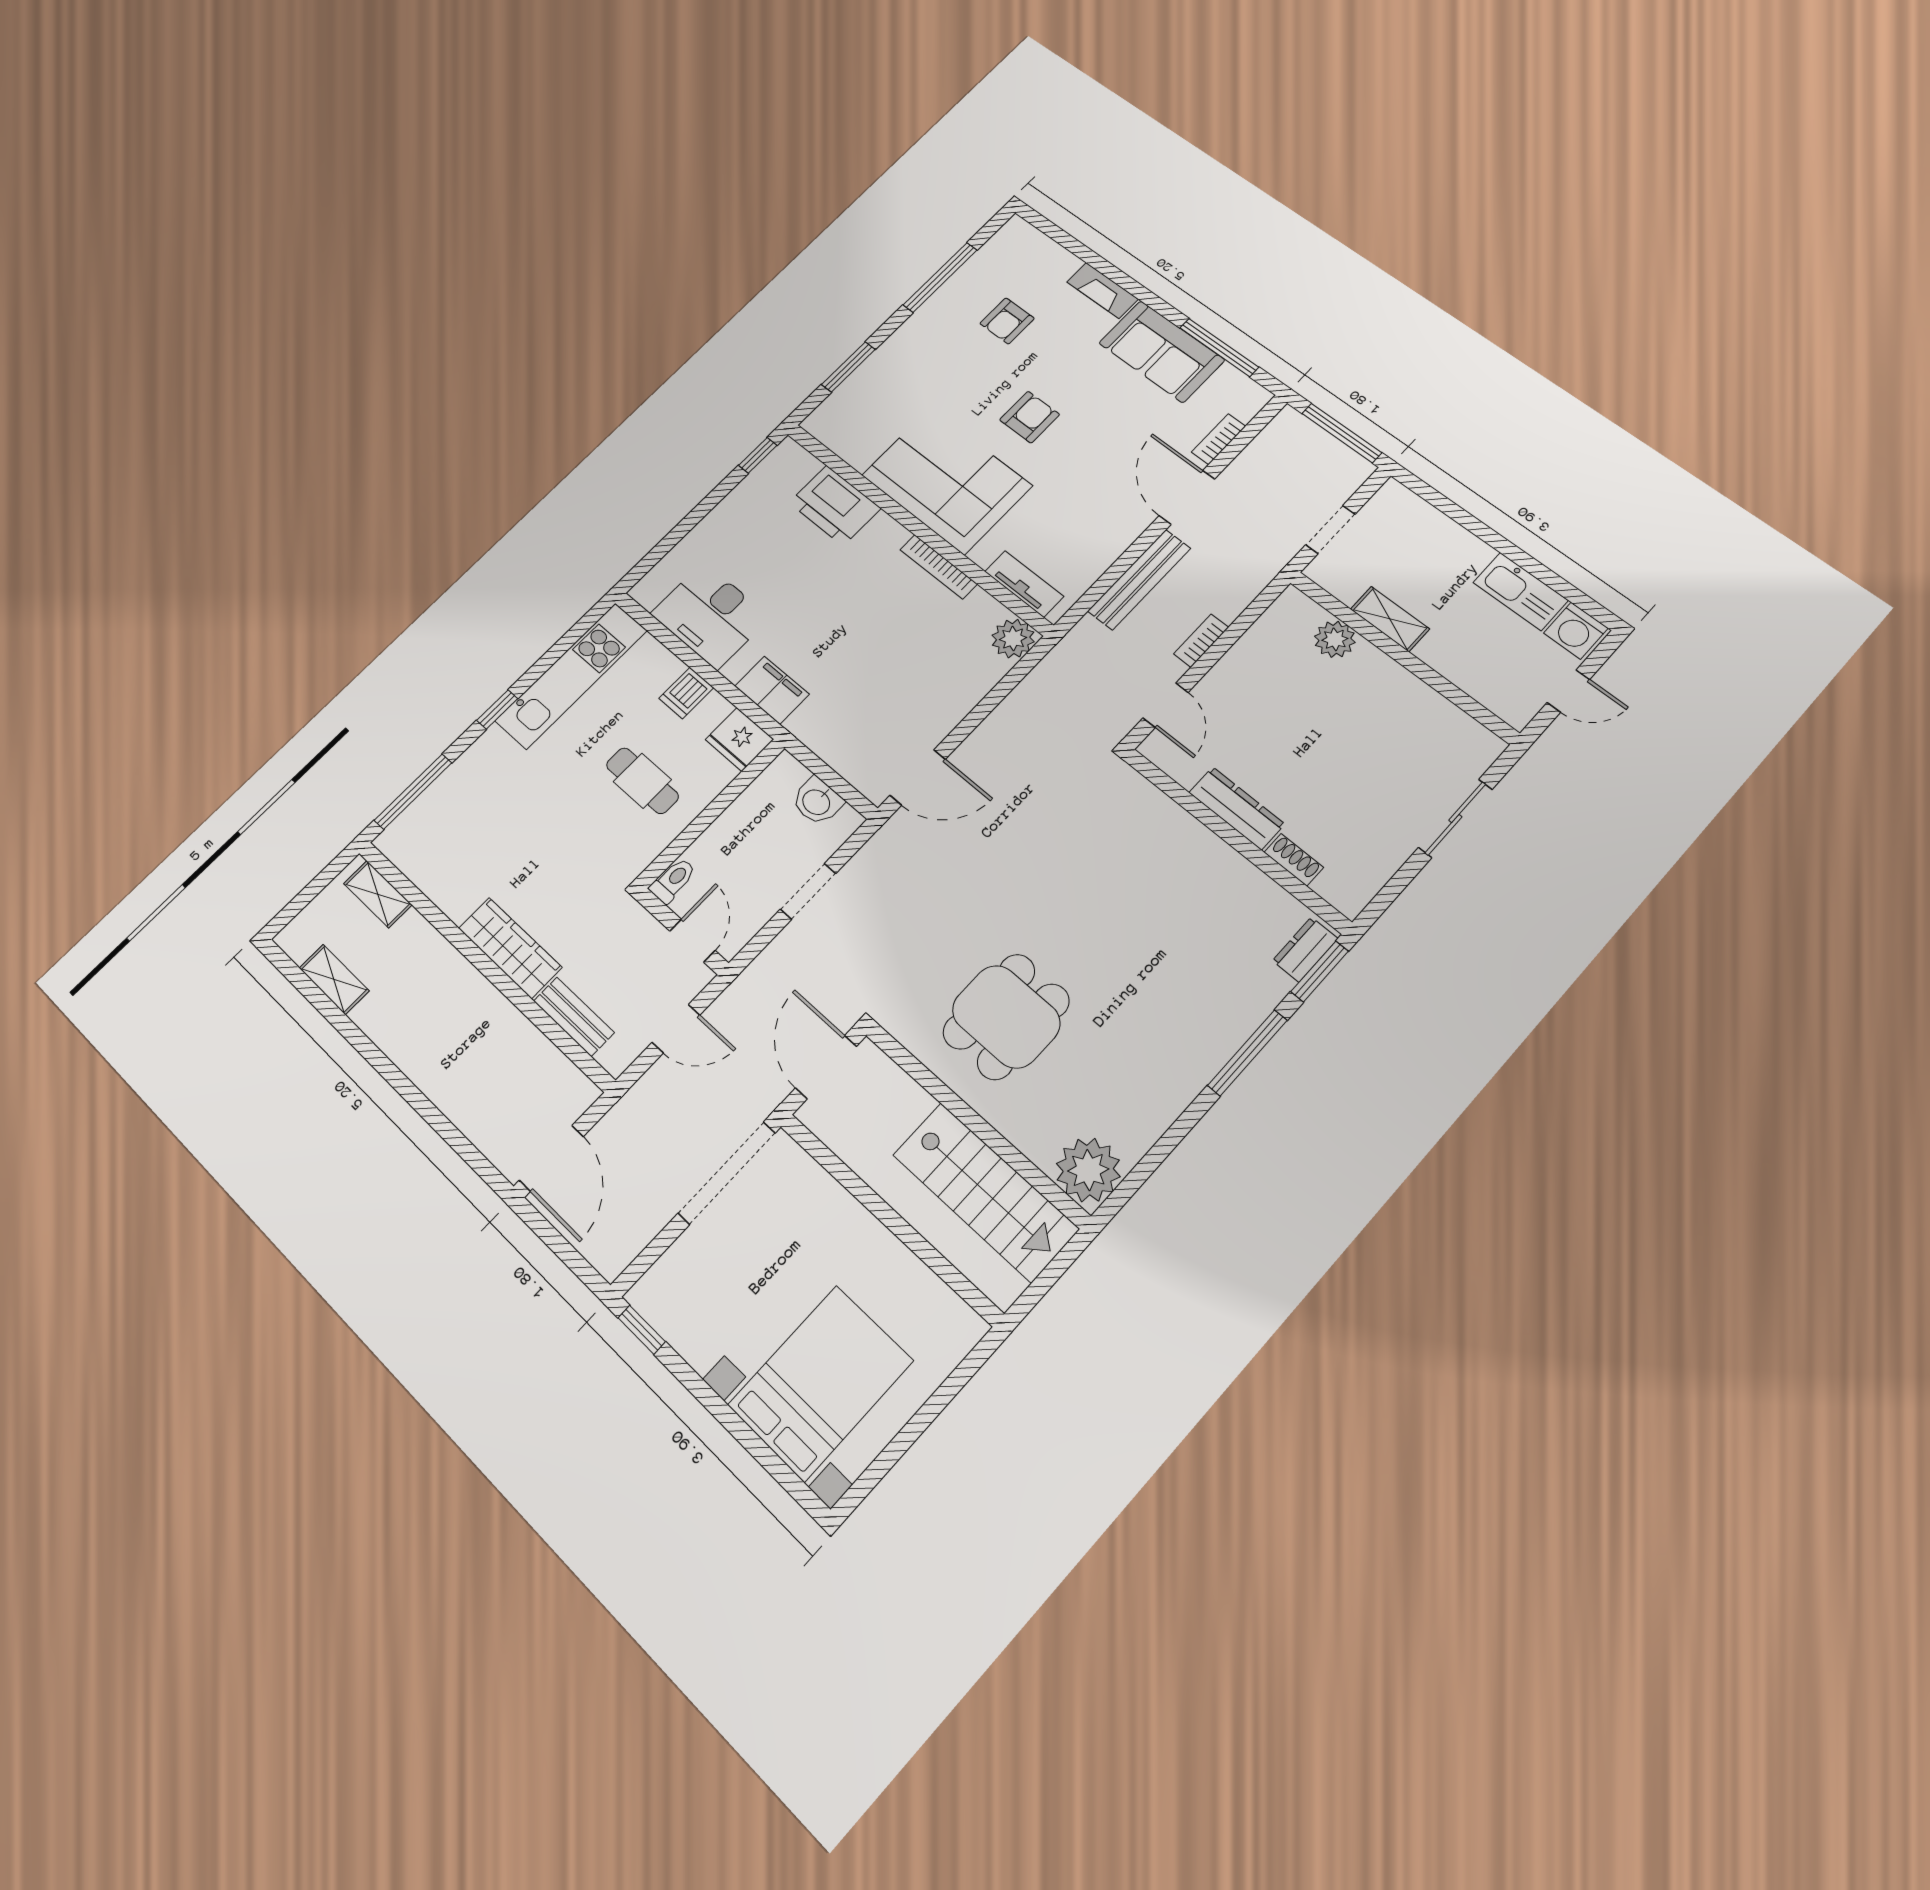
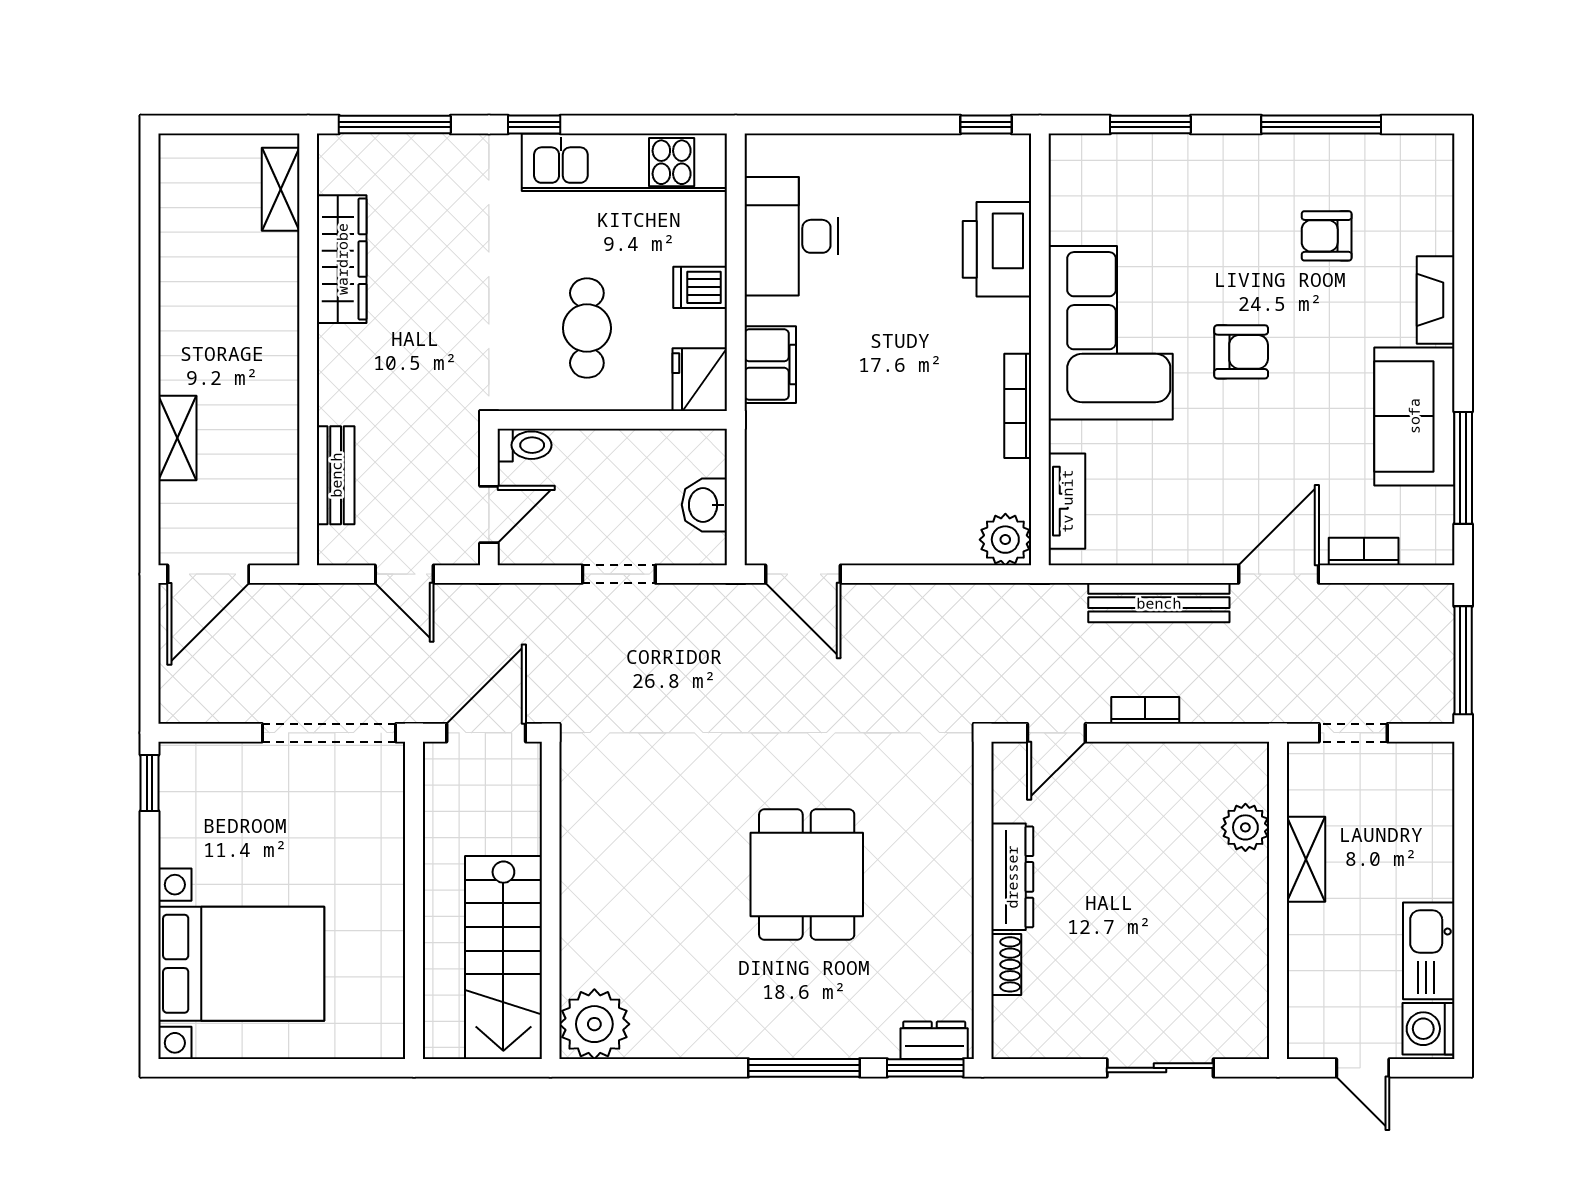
wardrobe: (510, 948) -> (342, 259), moved
shelving: (334, 979) -> (177, 438), moved
dining table: (1006, 1017) -> (807, 875), moved, turned 90

